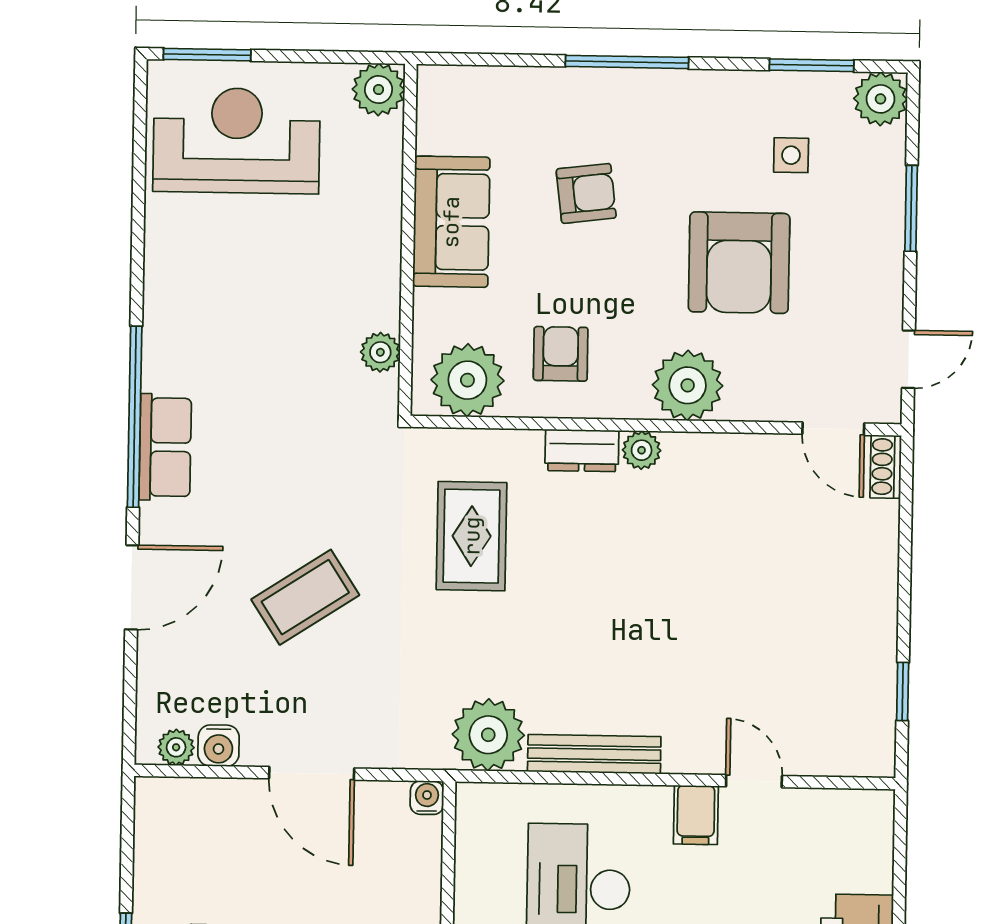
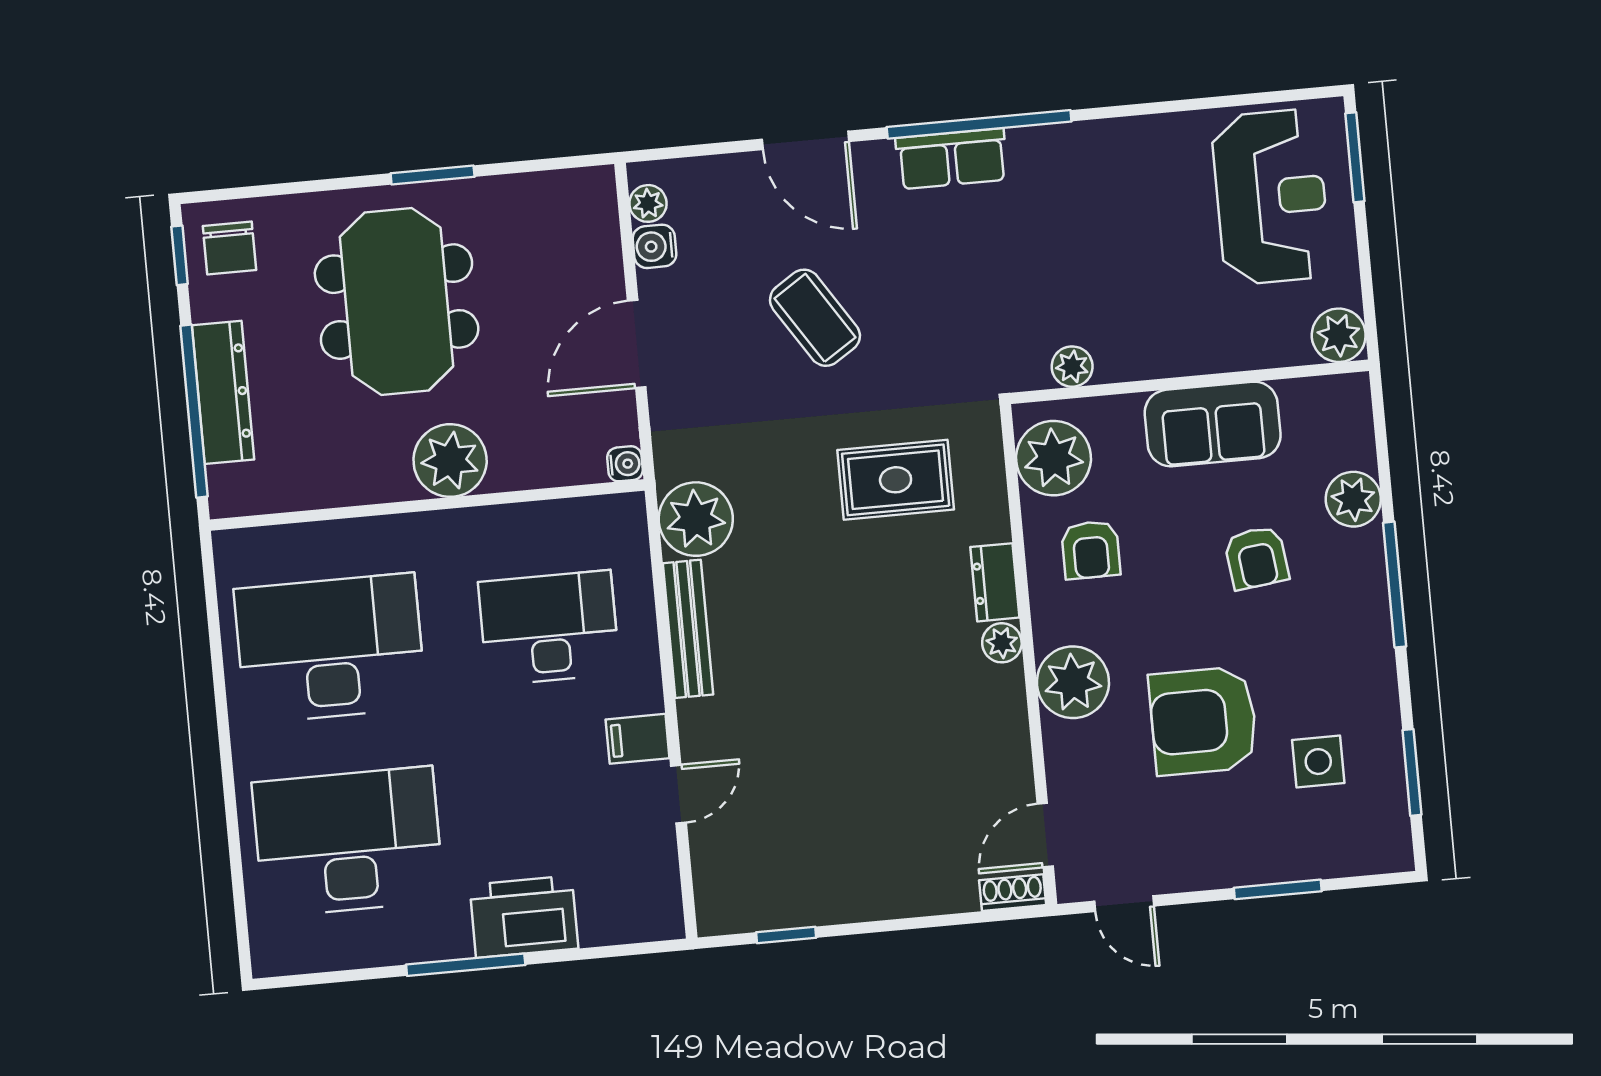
plant: (880, 99) -> (1353, 499), moved
side table: (791, 155) -> (1318, 762), width x1.37, depth x1.37
armchair: (561, 354) -> (1091, 550), turned 90

